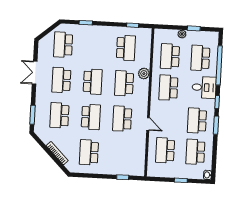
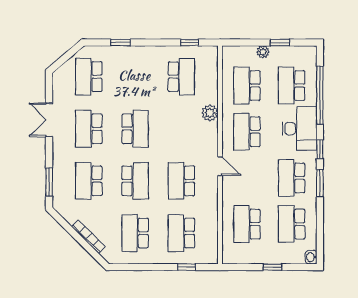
school desk: (124, 83) -> (181, 233), moved
desk: (204, 87) -> (300, 129), width x1.37
door: (148, 124) -> (220, 166), moved

